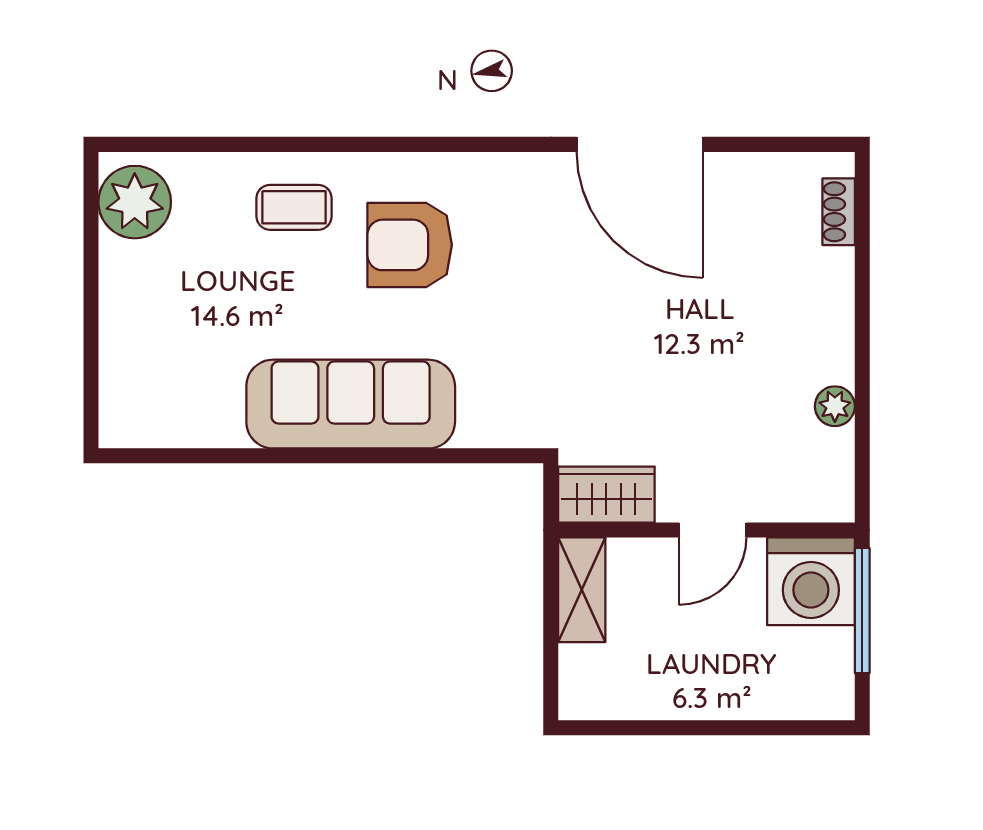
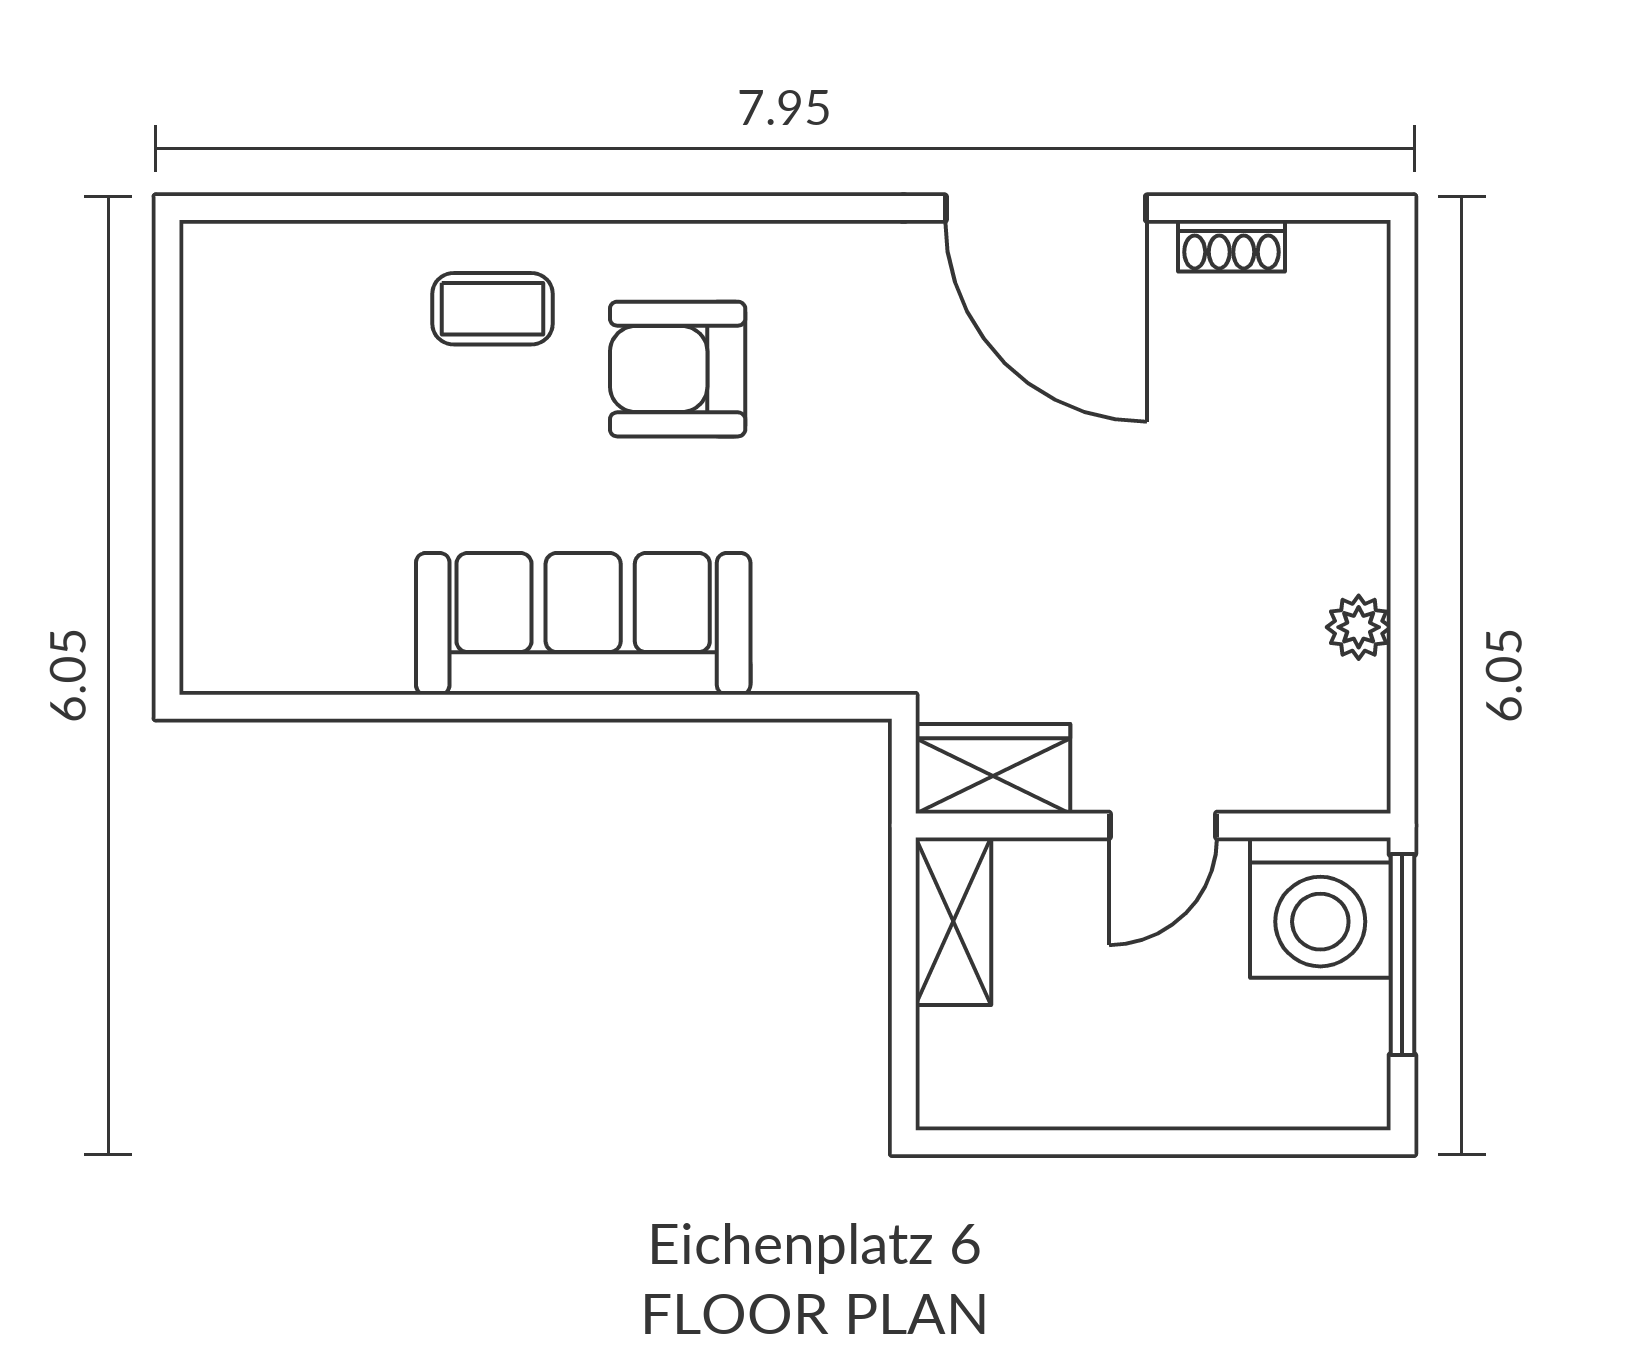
plant: (135, 202) -> (237, 300), removed
shoe rack: (839, 212) -> (1231, 246), moved, turned -90

